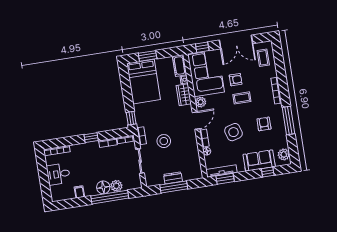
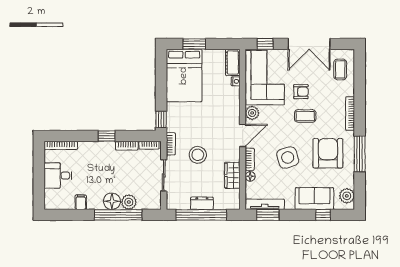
wardrobe: (184, 95) -> (232, 175), moved
armchair: (264, 124) -> (328, 153), width x1.88, depth x1.88
window: (174, 187) -> (201, 215), width x1.46

